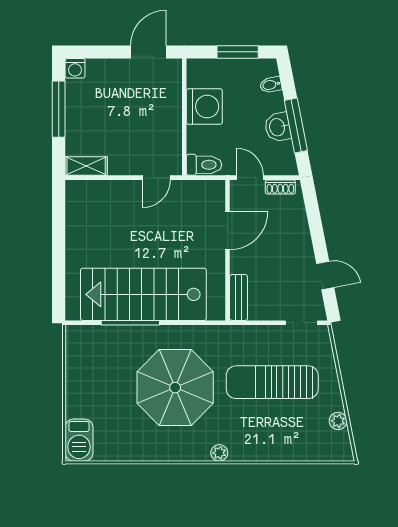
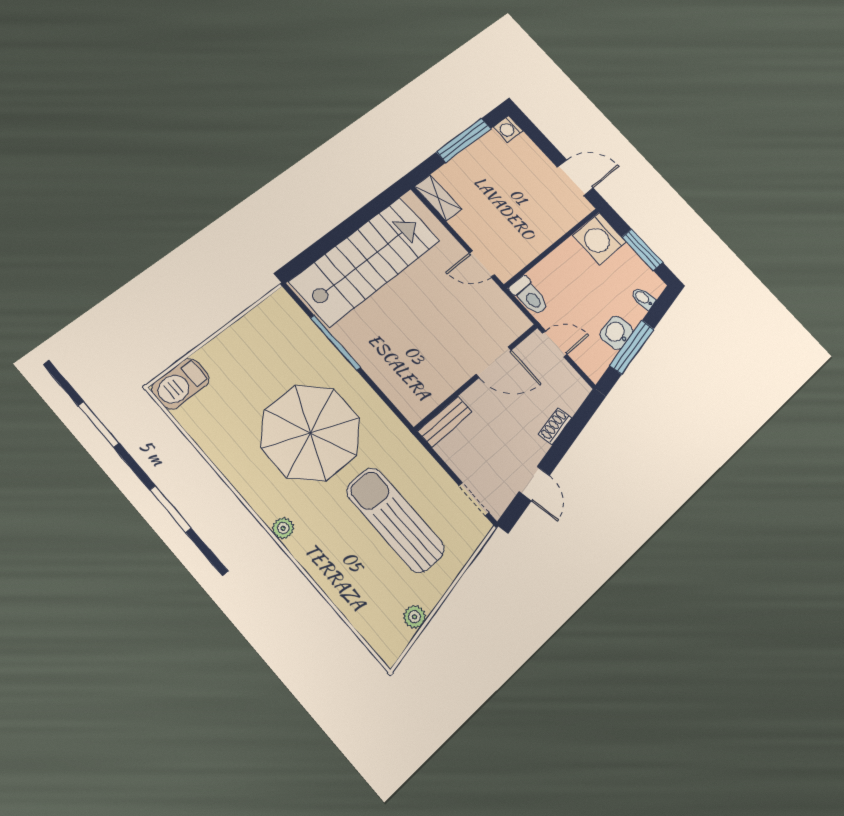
washing machine: (204, 107) -> (599, 239), moved, turned 90
door: (250, 178) -> (555, 344), hinge flipped
shoe rack: (280, 187) -> (555, 426), moved, turned 79
stairs: (143, 294) -> (365, 261), moved, turned 90

